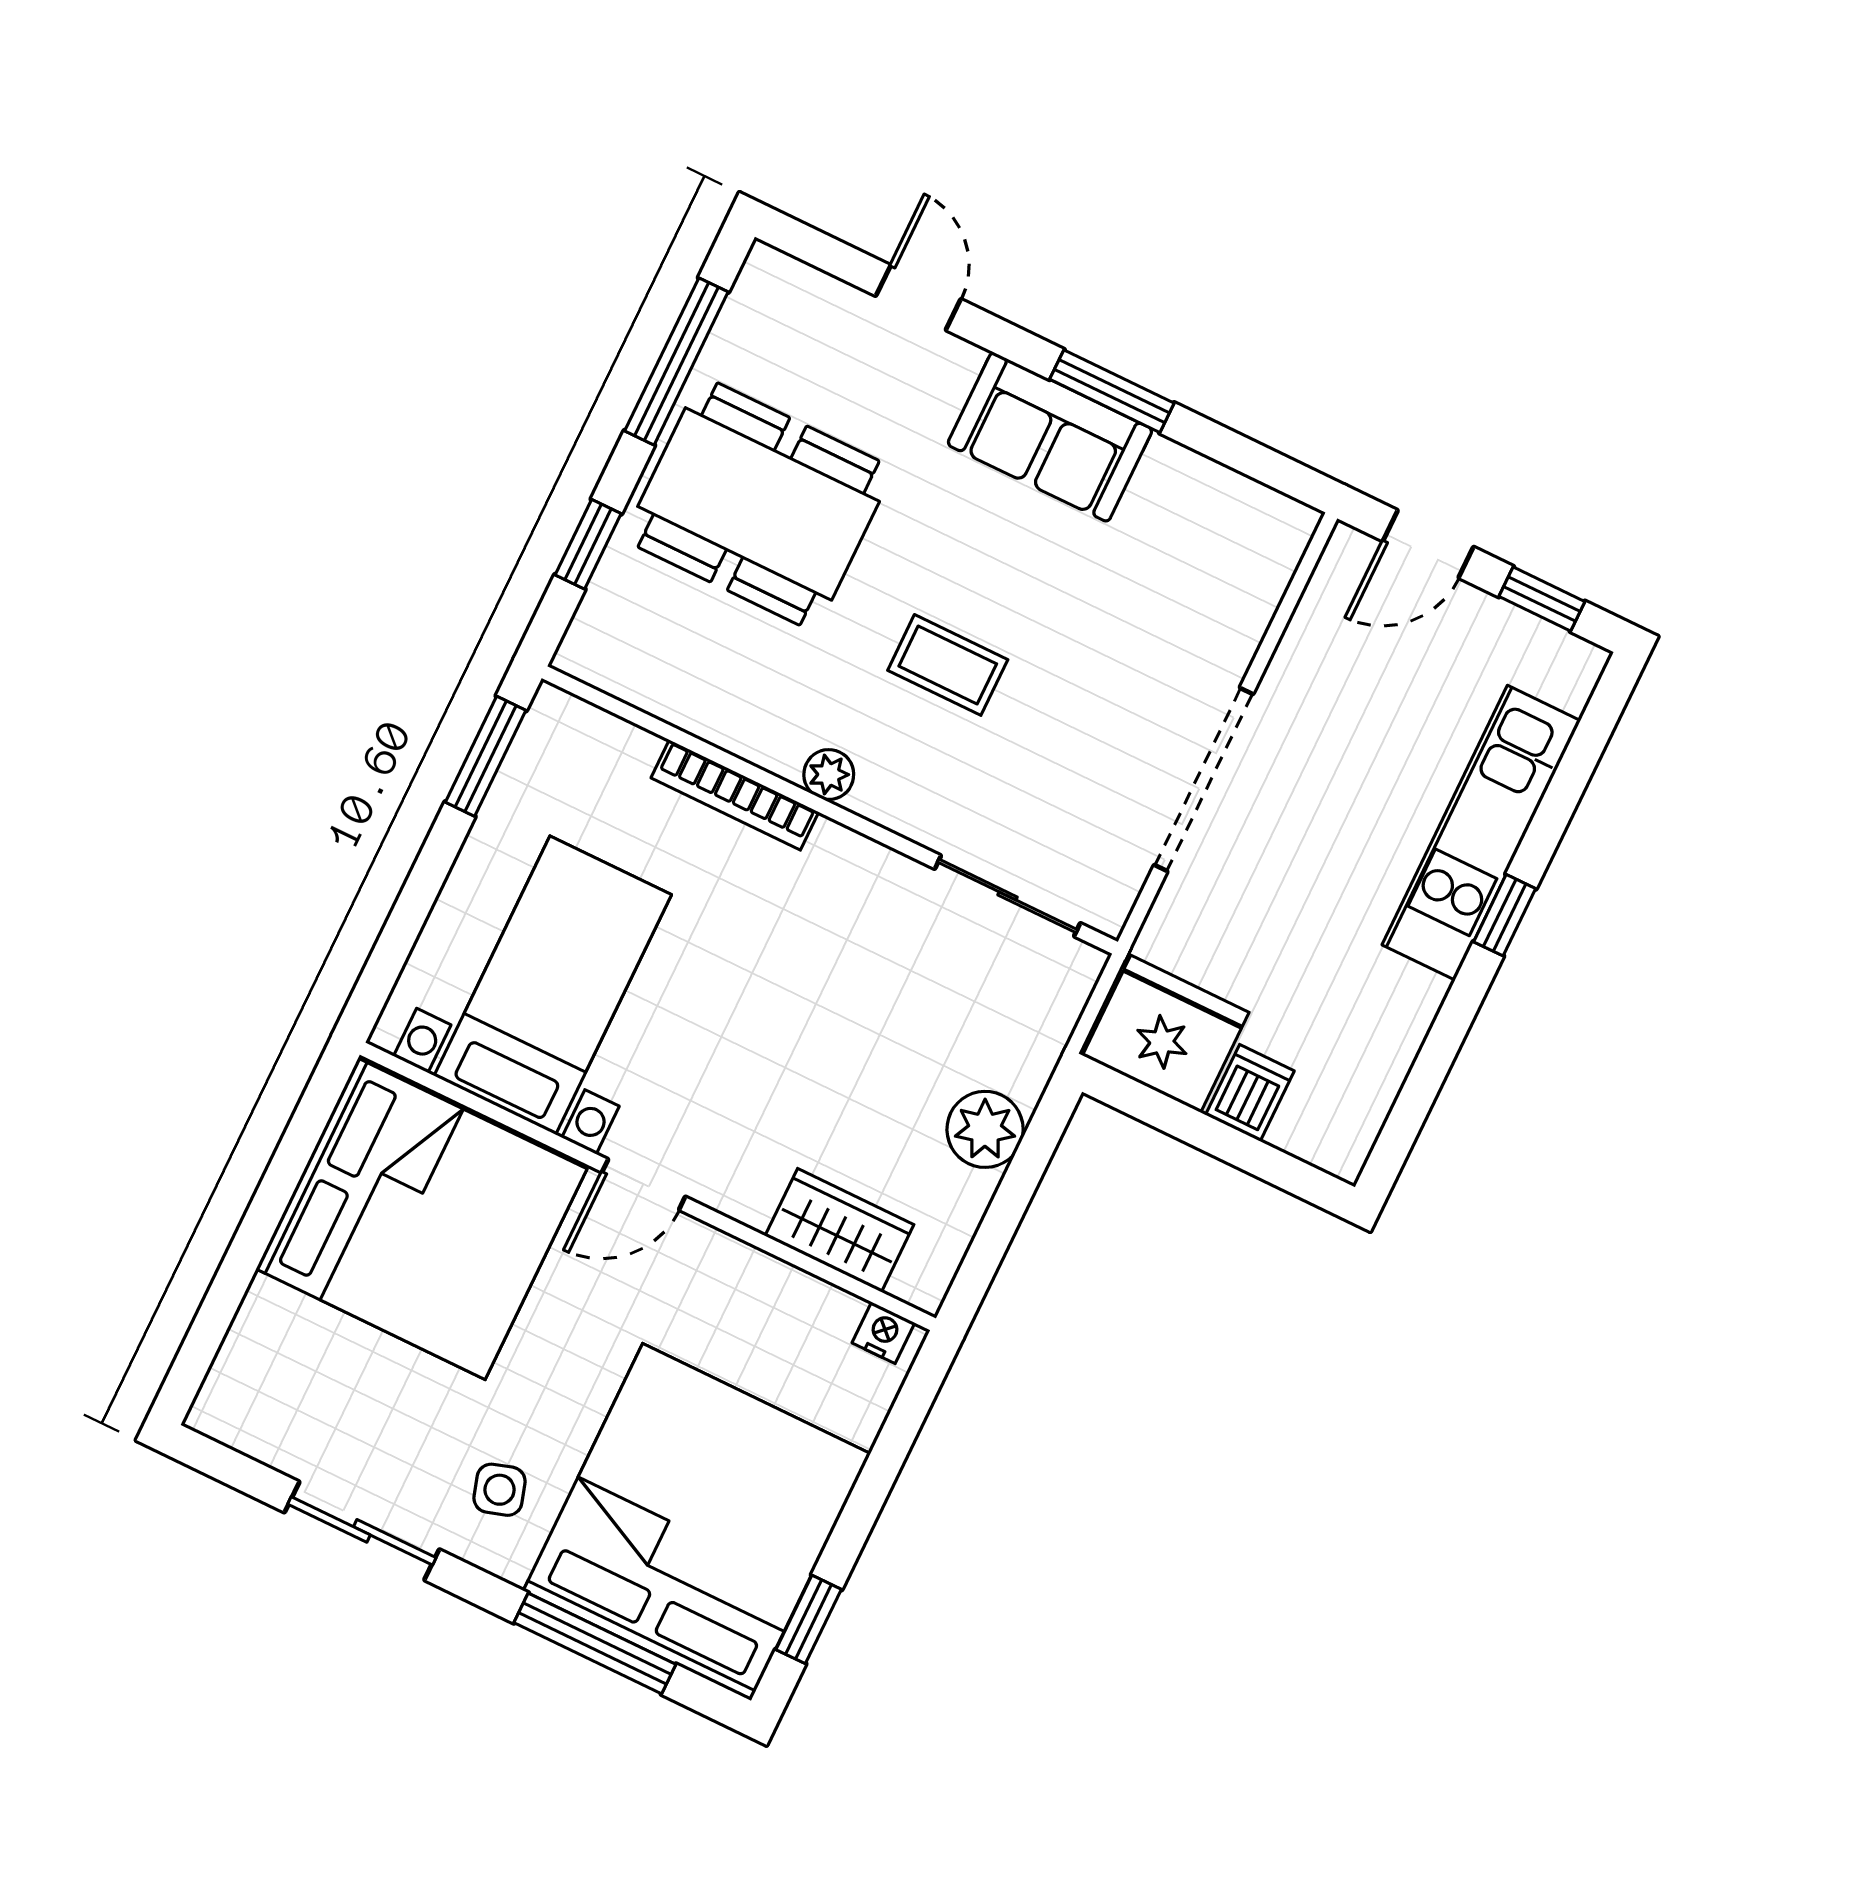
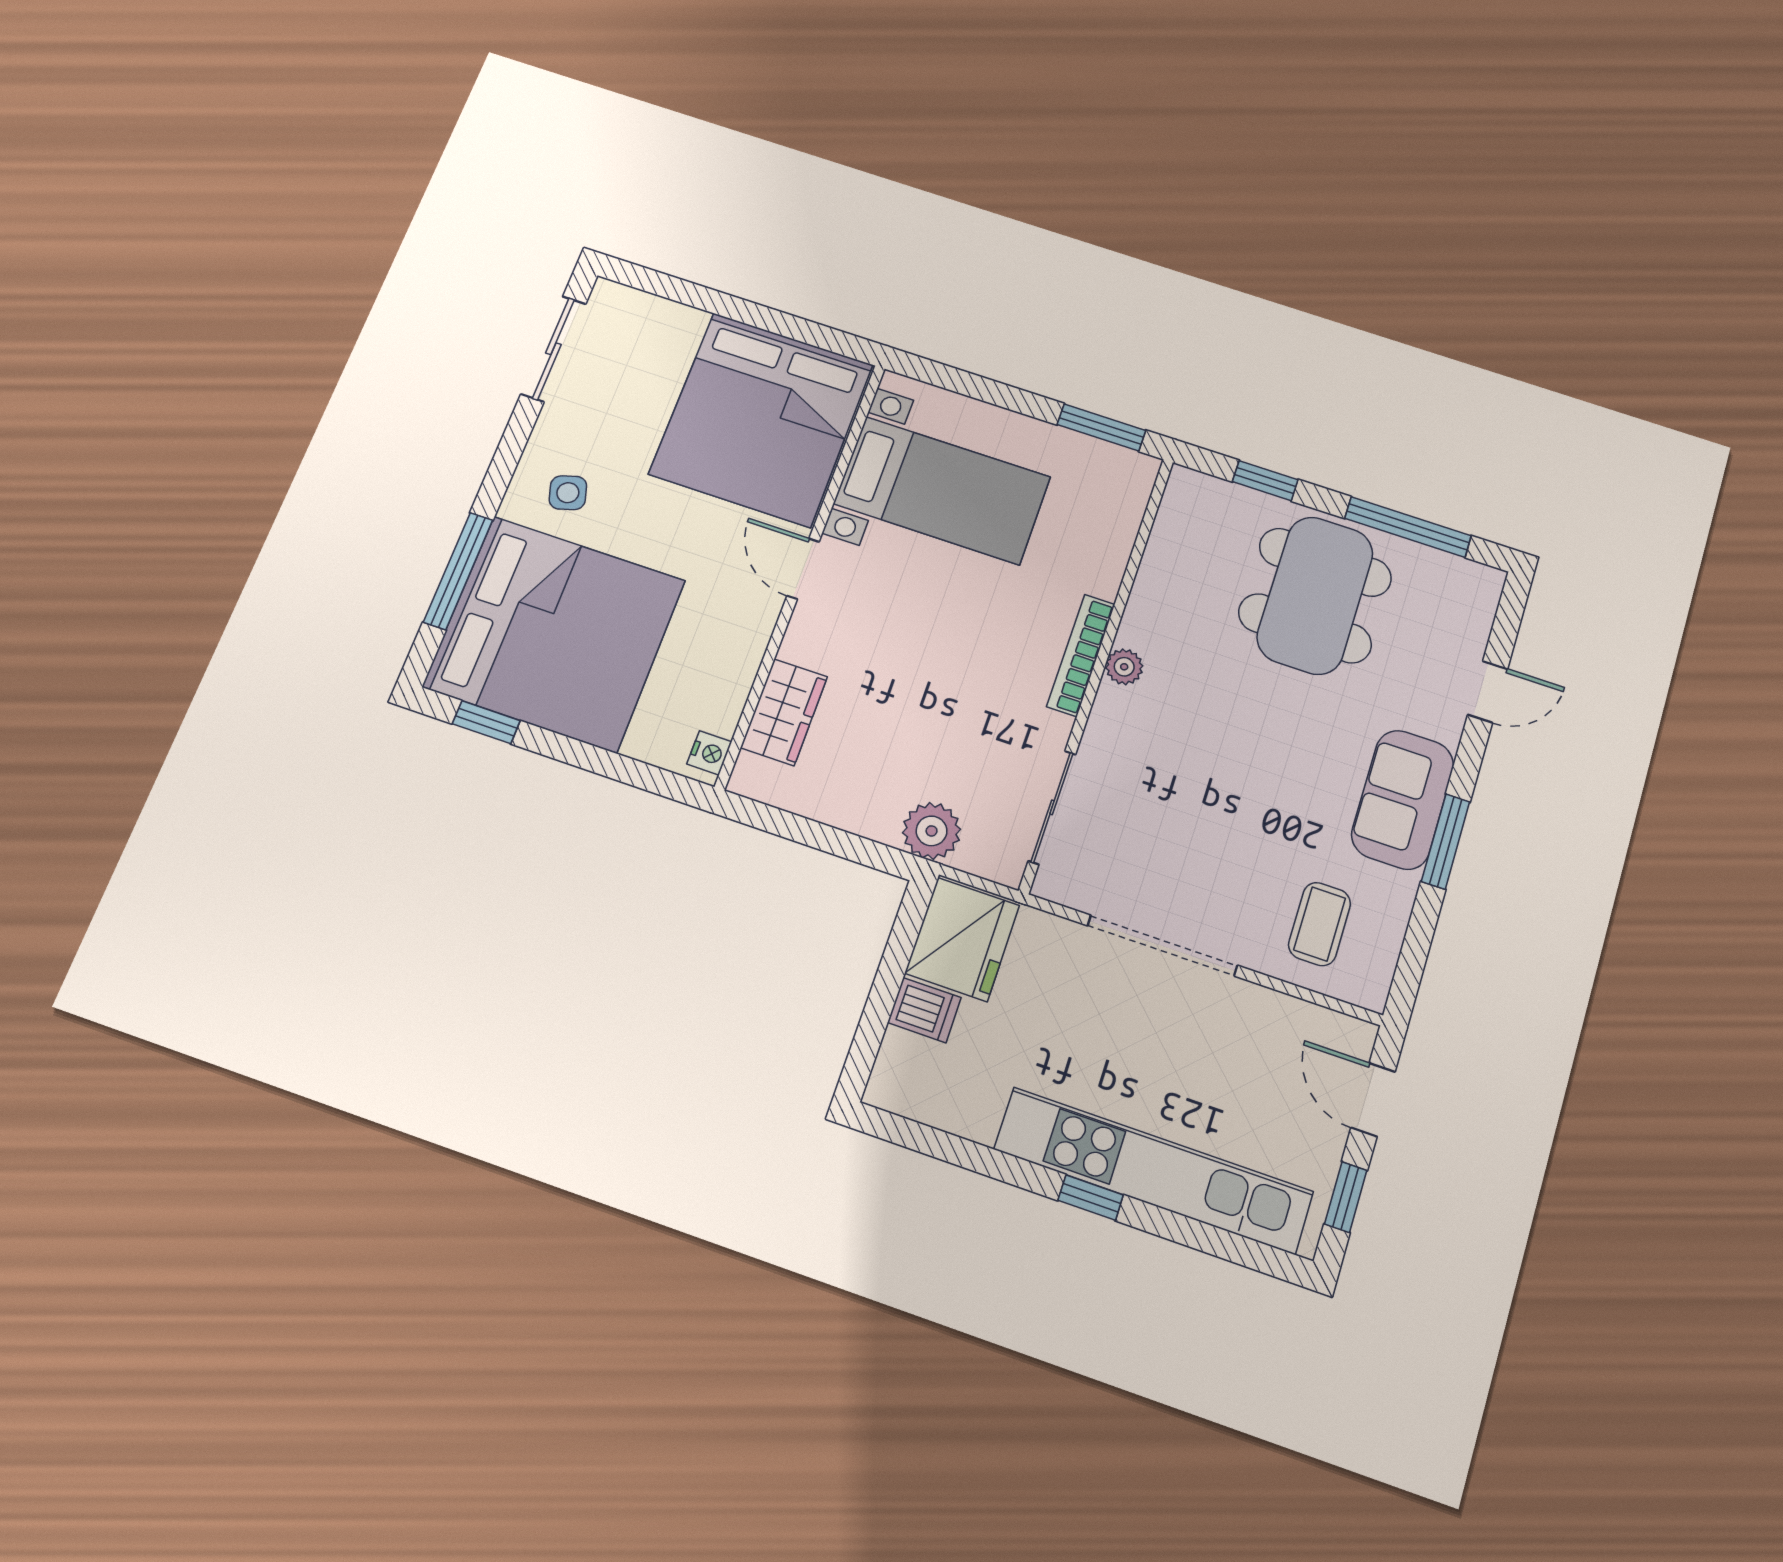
coffee table: (948, 665) -> (1320, 924), moved
bookcase: (735, 795) -> (1081, 655), moved
kitchen unit: (1481, 833) -> (1153, 1170), width x1.36
plant: (985, 1129) -> (932, 831), moved
sliding door: (362, 1531) -> (553, 349), moved

